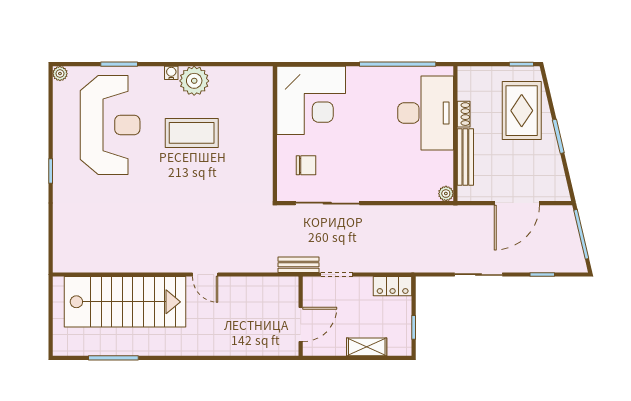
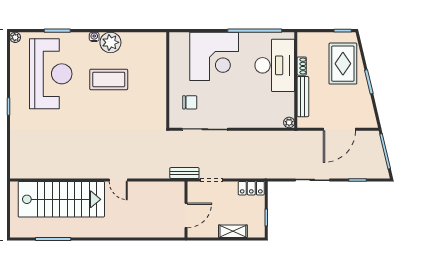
corner desk: (311, 100) -> (214, 56), moved

